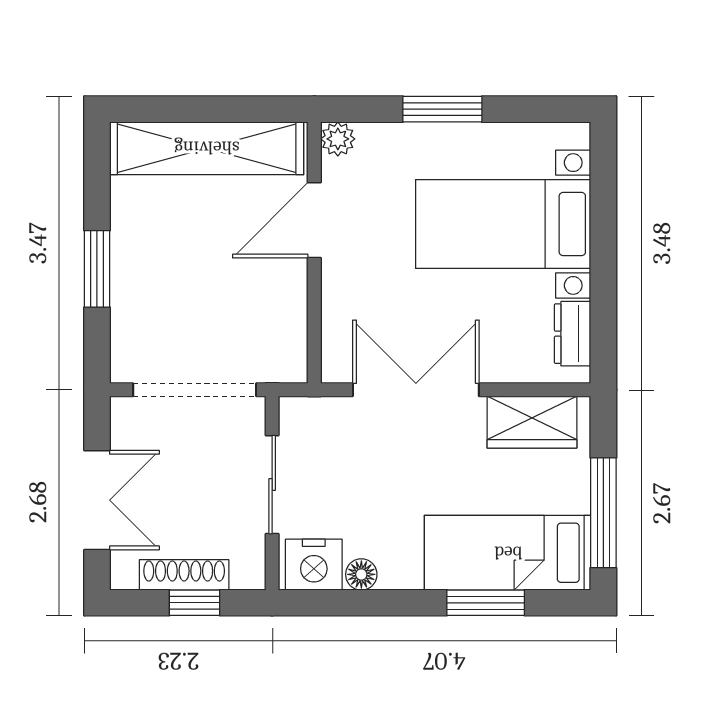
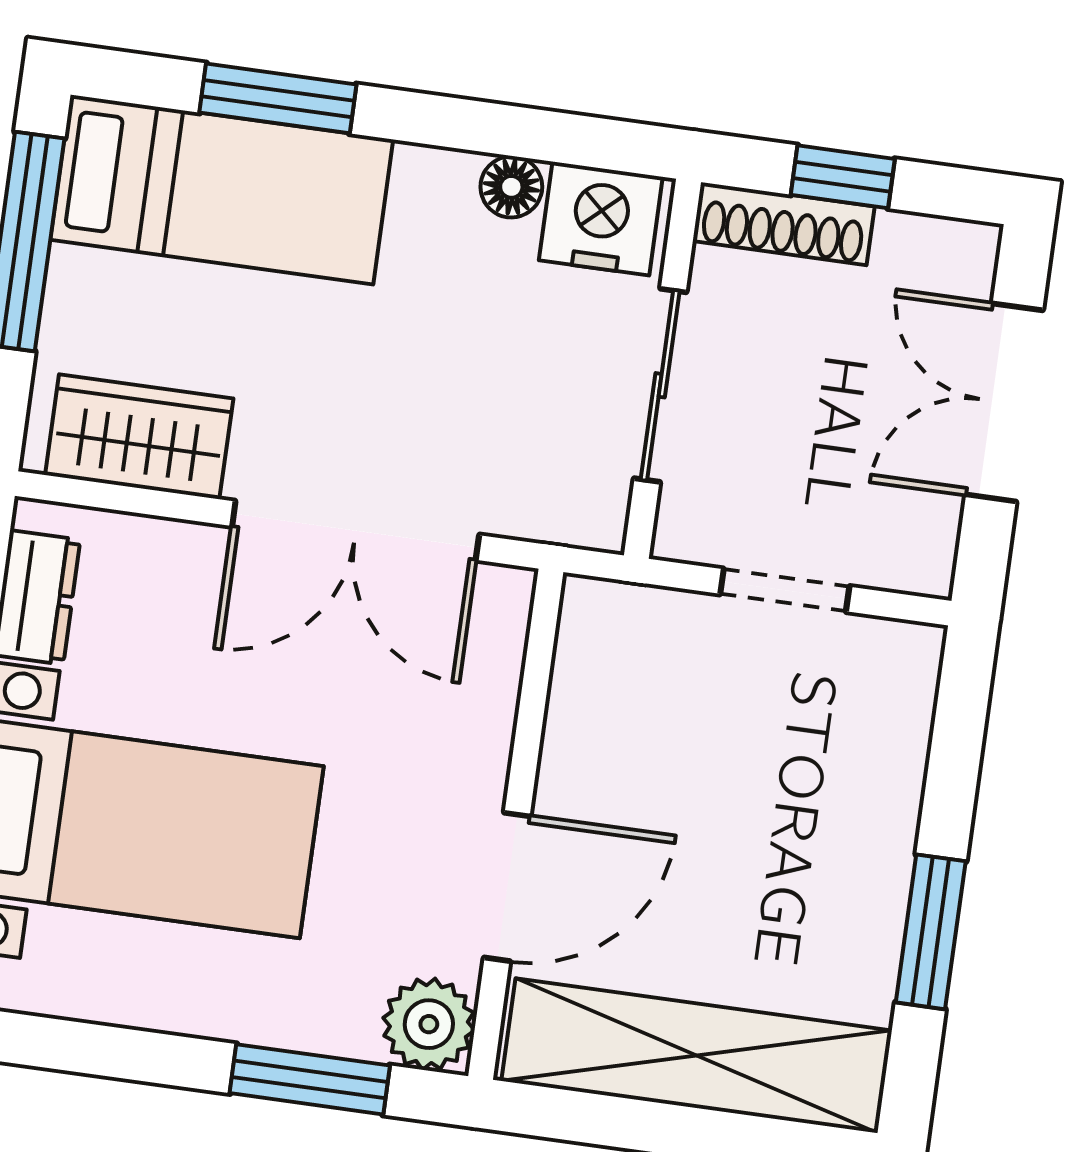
window: (442, 109) -> (310, 1079), moved
plant: (338, 139) -> (429, 1024), width x1.38, depth x1.38
window: (97, 269) -> (931, 932), moved
doorway: (195, 390) -> (785, 590), width x0.53
shoe rack: (184, 575) -> (784, 224), moved

